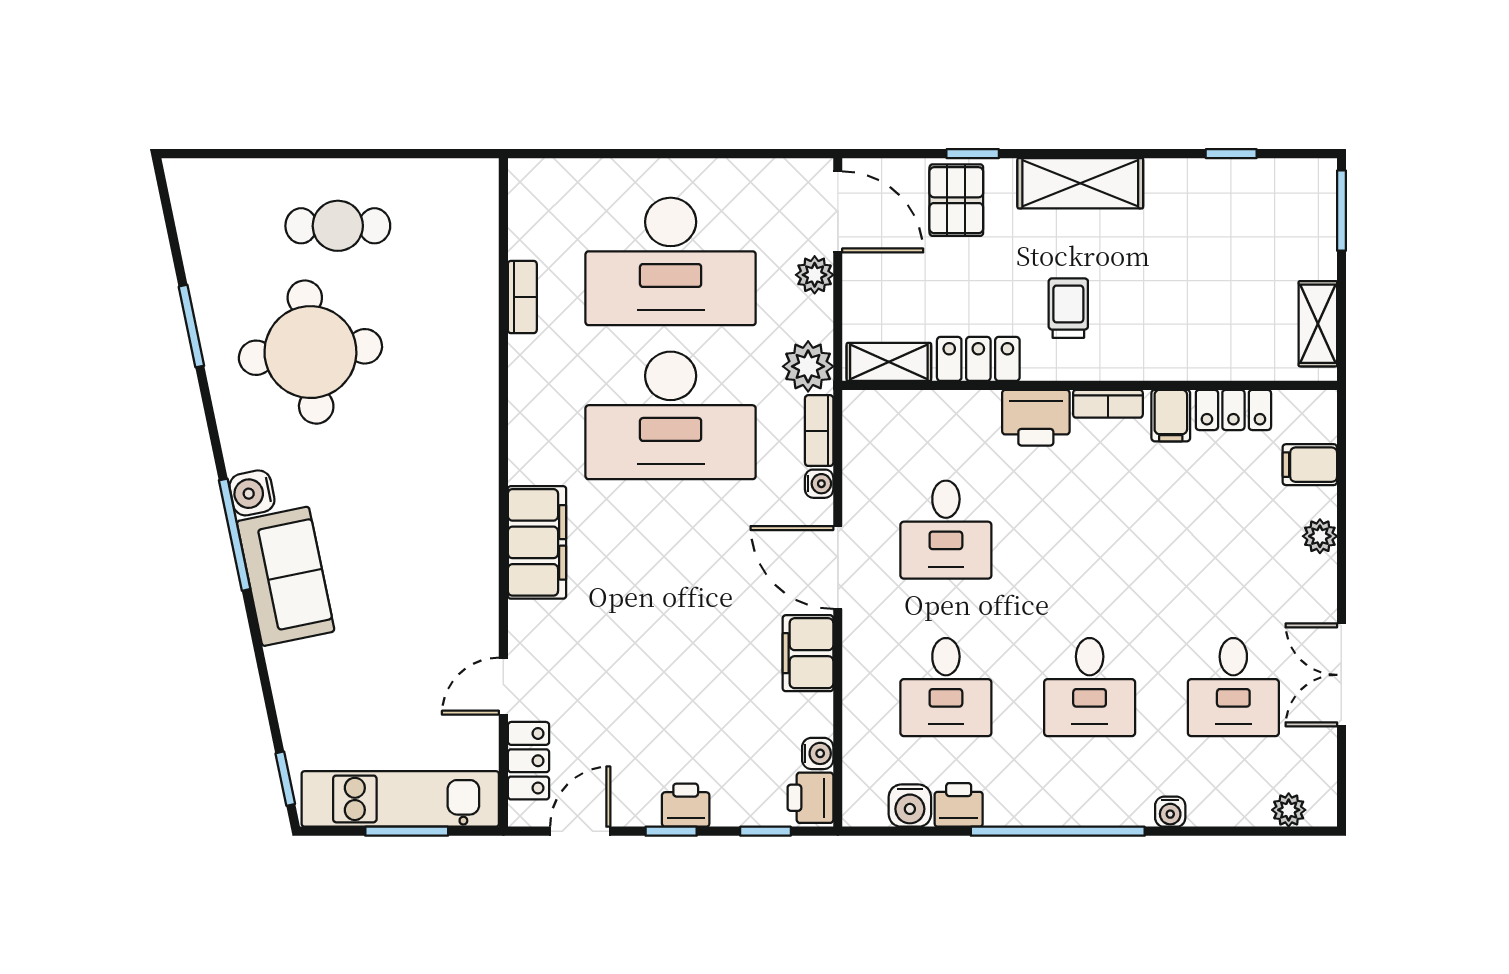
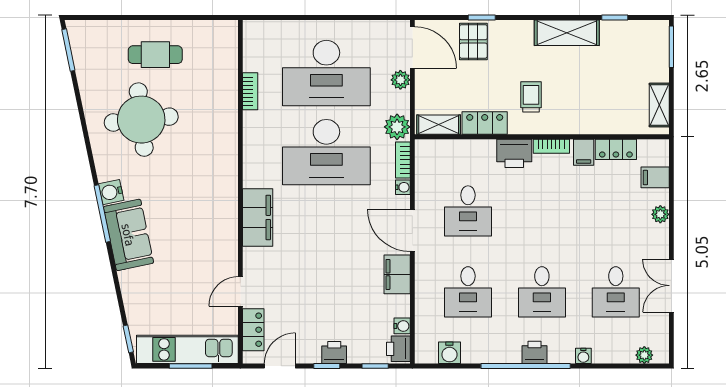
shelving: (1080, 183) -> (567, 33), moved
window: (191, 326) -> (68, 50), moved
printer: (959, 805) -> (535, 352), moved

